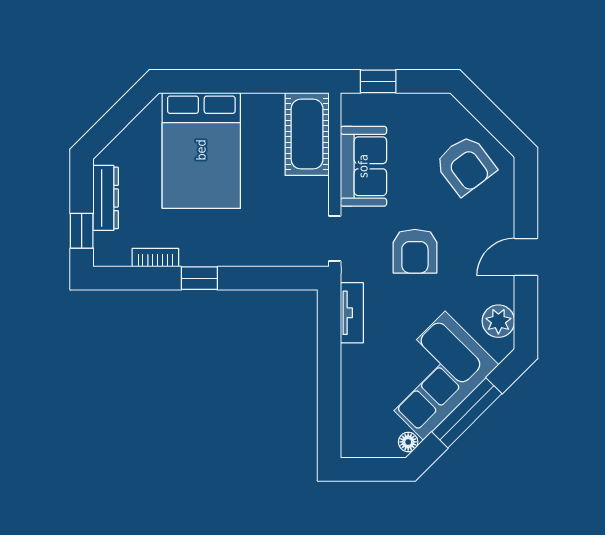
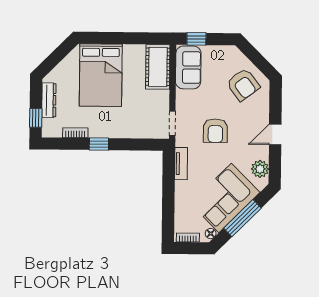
sofa: (363, 166) -> (188, 67), moved
bookcase: (366, 450) -> (188, 237), added

